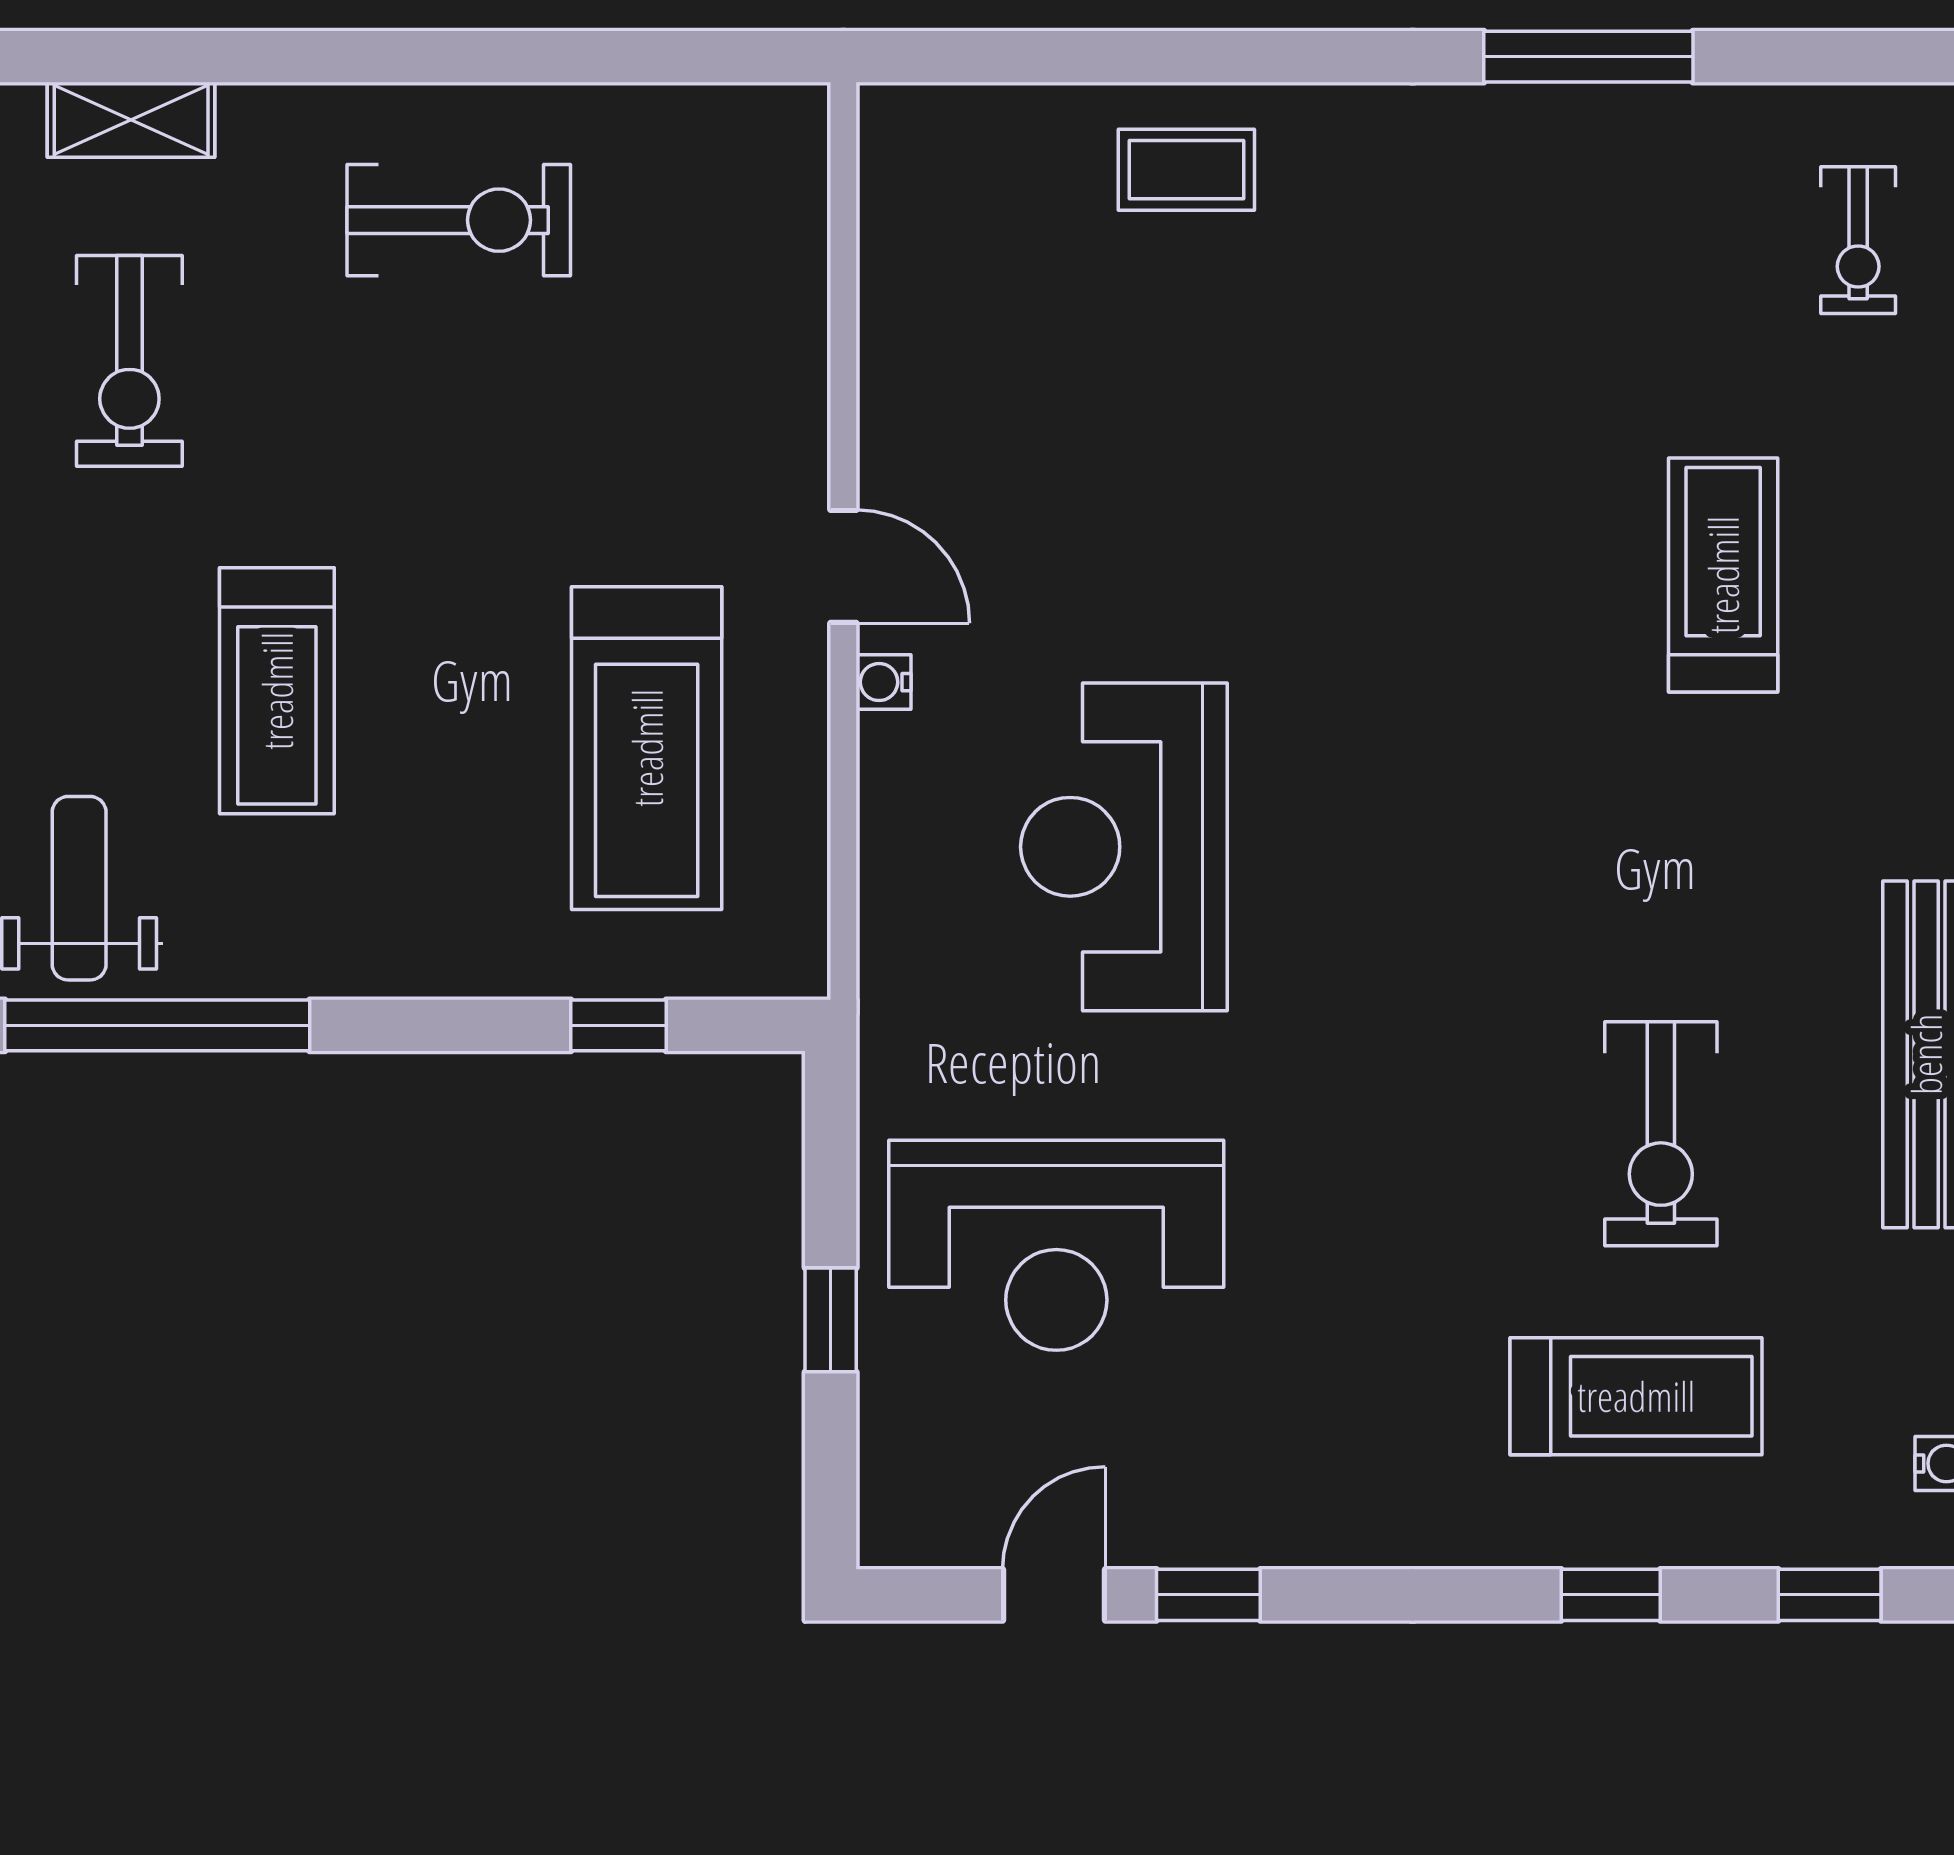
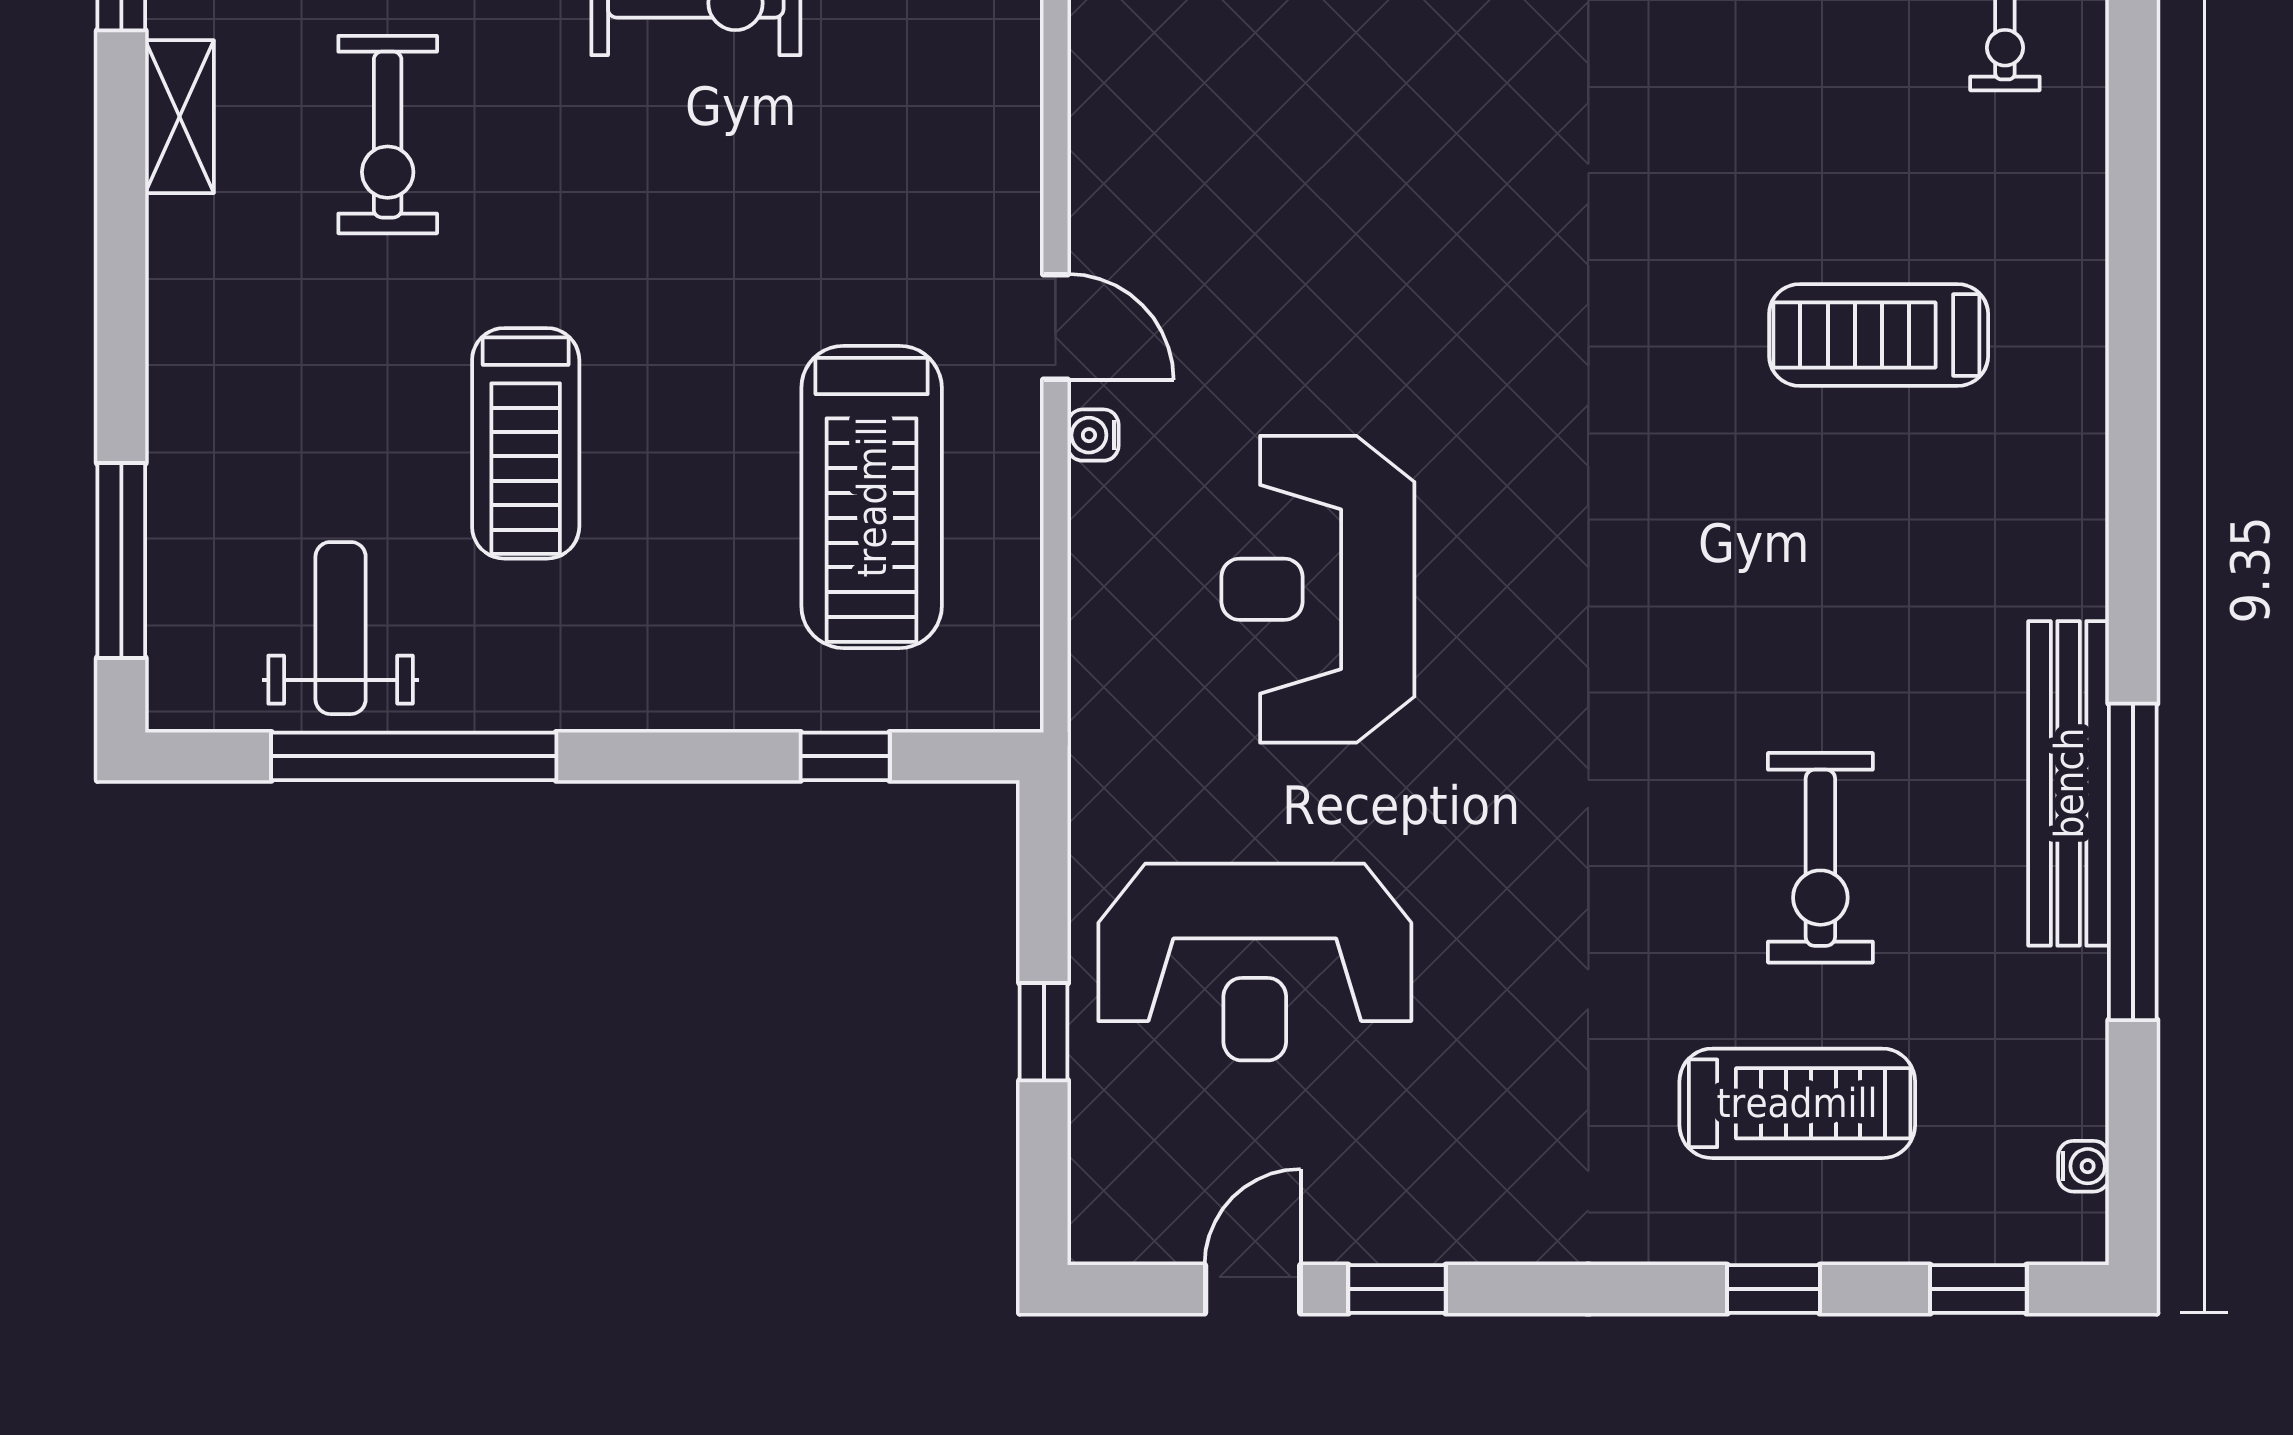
treadmill: (1723, 575) -> (1879, 335), turned -90

